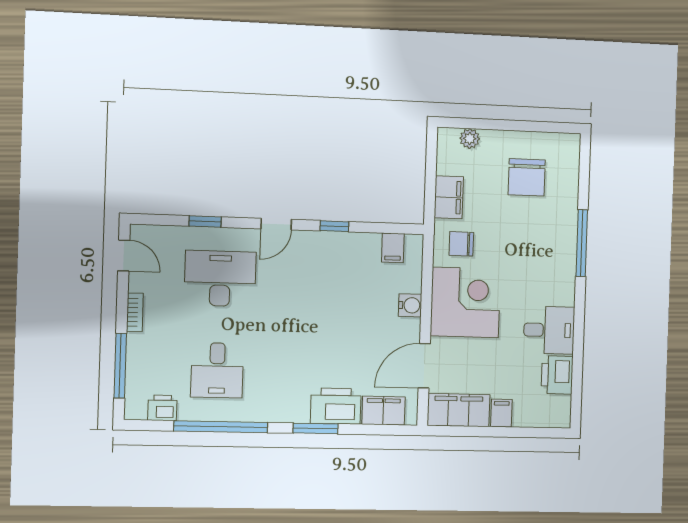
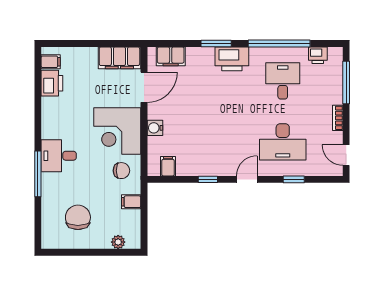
filing cabinet: (449, 197) -> (131, 202), width x0.50
desk: (549, 330) -> (59, 156), moved
printer: (336, 406) -> (232, 59), moved
filing cabinet: (501, 413) -> (51, 62), moved, turned -90

